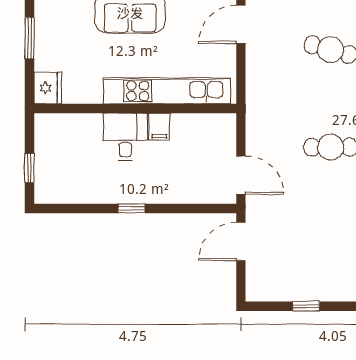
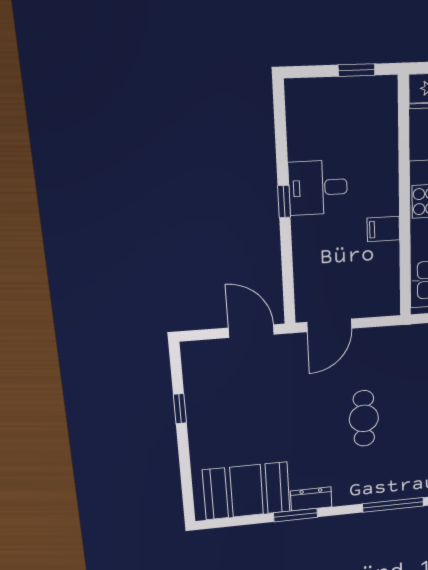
desk: (125, 137) -> (318, 188), moved, turned 180
window: (29, 168) -> (357, 70), moved

